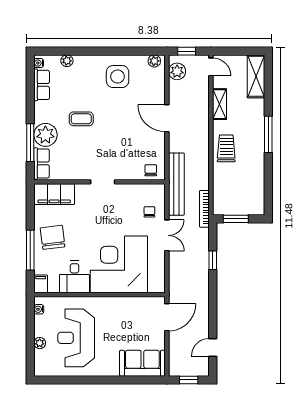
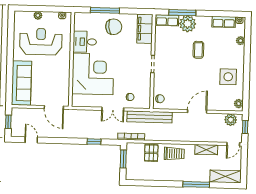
window: (268, 134) -> (196, 184), moved
pallet: (226, 180) -> (151, 153), added
filing cabinet: (41, 284) -> (80, 17), removed
sofa: (142, 363) -> (21, 83), width x1.36

